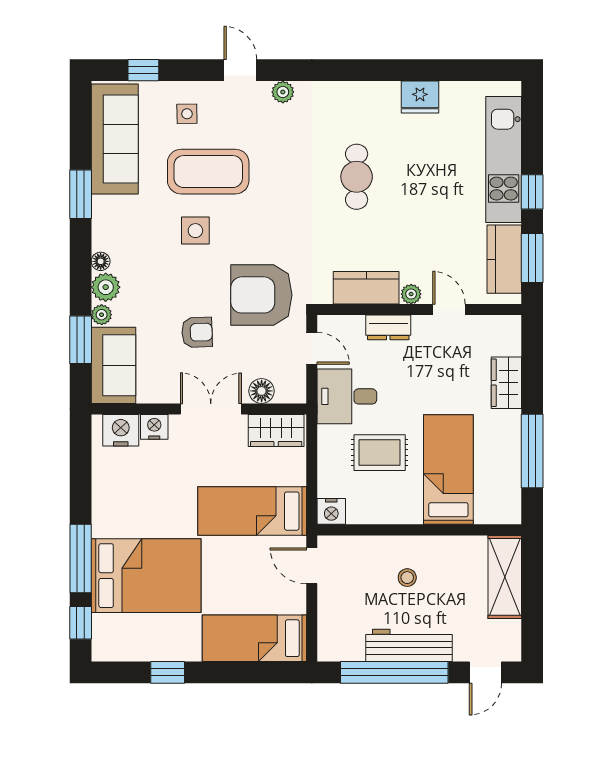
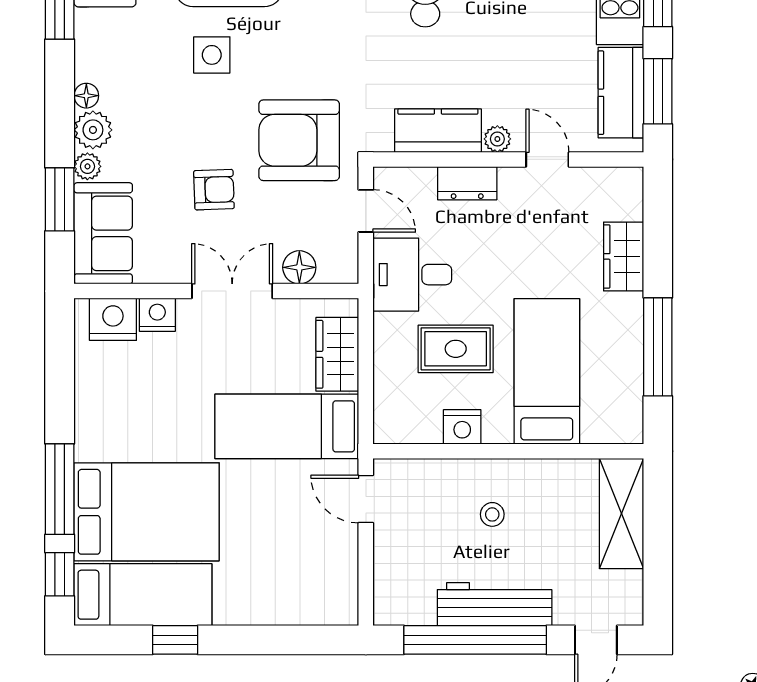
wardrobe: (276, 430) -> (337, 354), moved, turned 90
nightstand: (331, 511) -> (462, 427), moved
bed: (254, 638) -> (143, 595), moved, turned 180

